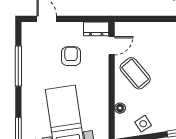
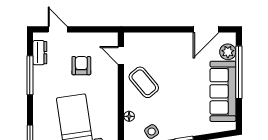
dresser: (96, 29) -> (40, 53), moved, turned -90
door: (112, 46) -> (121, 55), swing flipped

